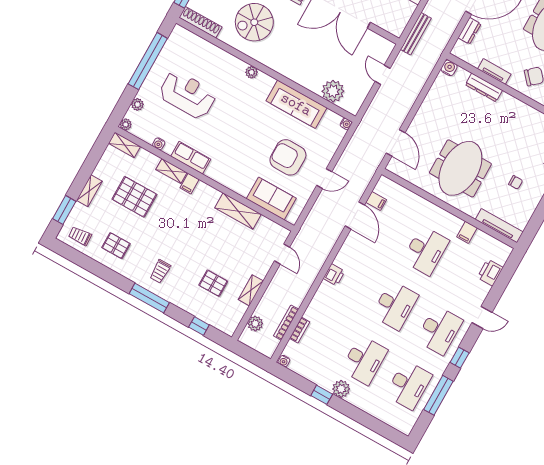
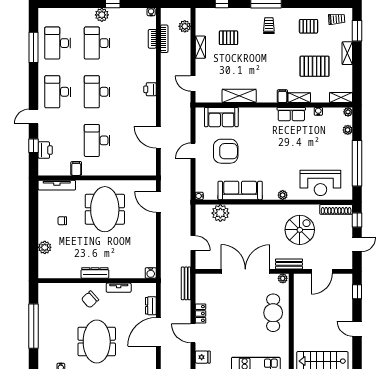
dresser: (484, 87) -> (95, 273), moved
reception desk: (187, 95) -> (320, 183), moved
filing cabinet: (376, 201) -> (150, 155), removed
window: (460, 358) -> (34, 146), moved

